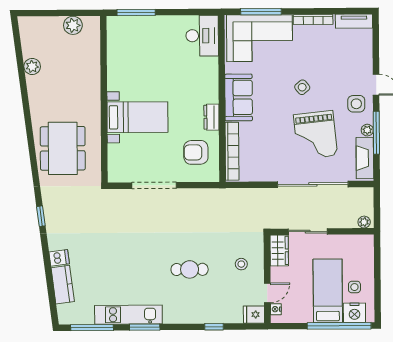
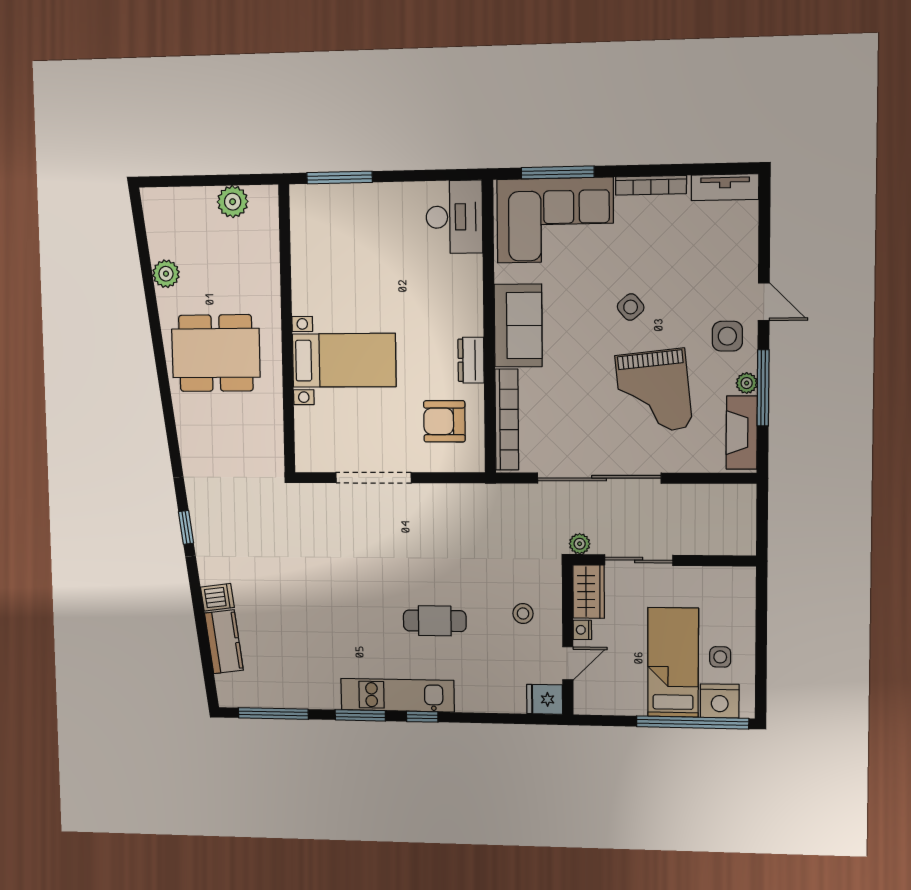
dining table: (63, 148) -> (216, 353), moved, turned 90
sliding door: (313, 184) -> (599, 478), moved
plant: (364, 222) -> (580, 544), moved
nightstand: (276, 309) -> (582, 630), moved
kitchen unit: (128, 315) -> (397, 695), moved
window: (214, 327) -> (422, 717), moved

